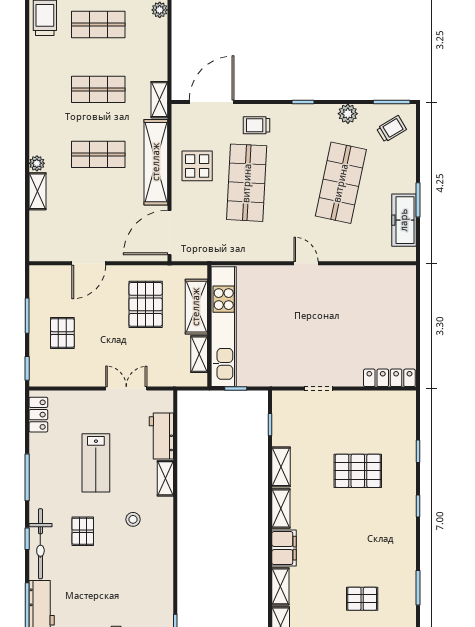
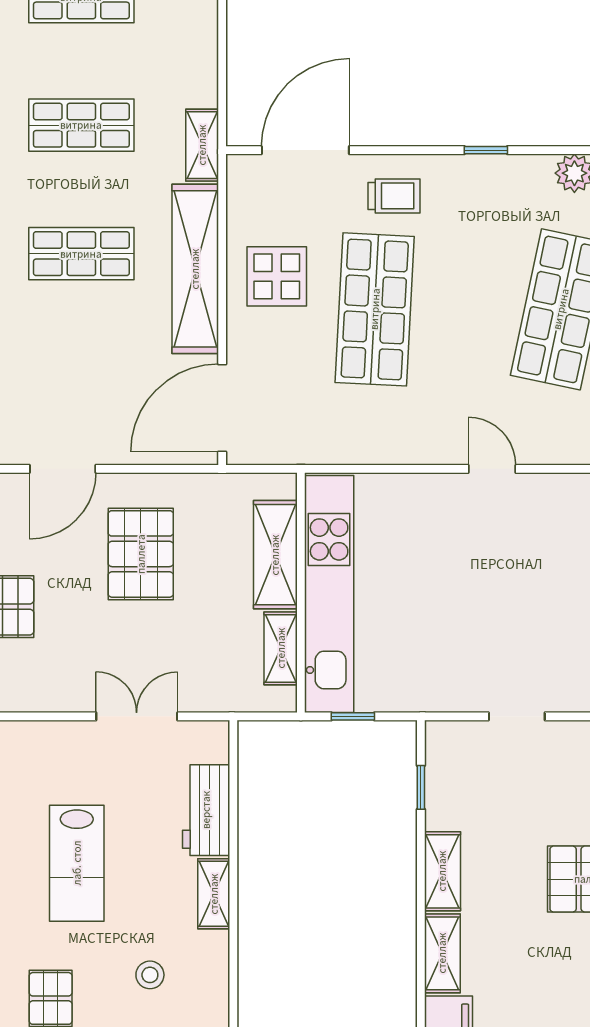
trolley: (256, 125) -> (394, 196), turned 180
pallet: (146, 304) -> (141, 554), moved

